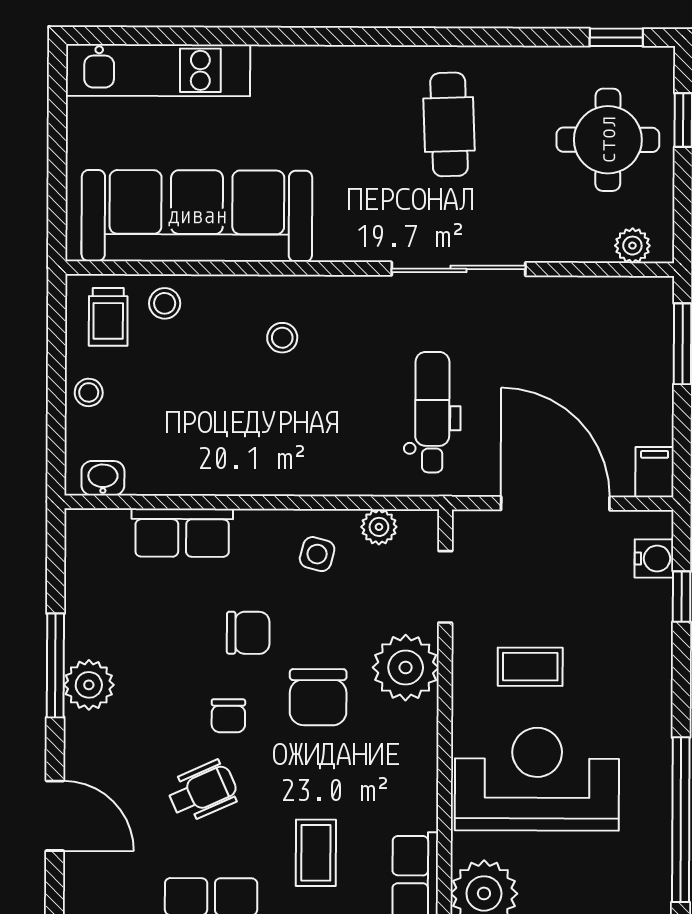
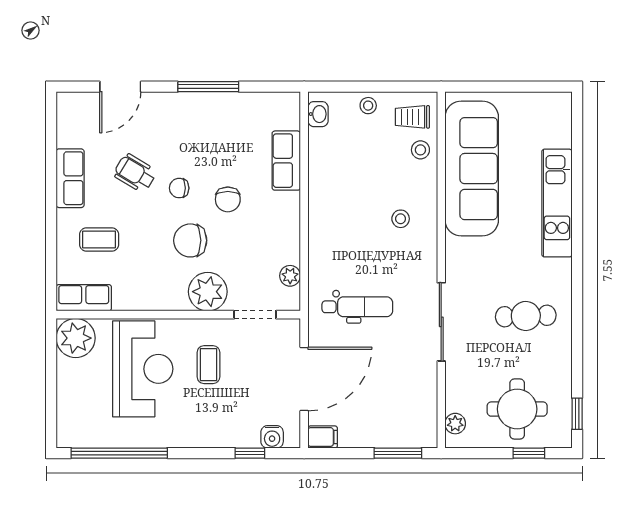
kitchen unit: (158, 70) -> (557, 203), moved
side table: (317, 554) -> (274, 240), removed
plant: (89, 685) -> (197, 106), removed
wheelchair: (203, 791) -> (135, 173), turned 145

